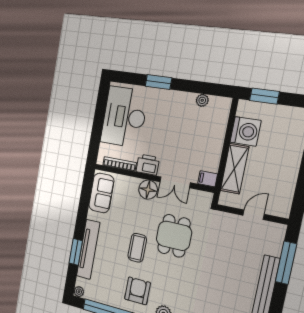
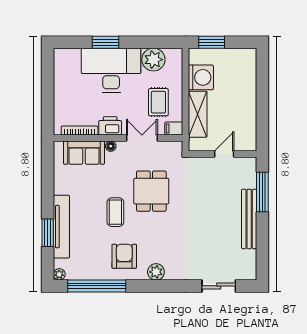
plant: (202, 100) -> (153, 60), width x1.88, depth x1.88
desk: (124, 117) -> (111, 70), moved, turned 90
rug: (198, 150) -> (158, 102), added
double door: (175, 182) -> (142, 138), swing flipped
floor lamp: (148, 190) -> (111, 146), width x0.53, depth x0.53
sofa: (101, 193) -> (84, 153), moved, turned 90

